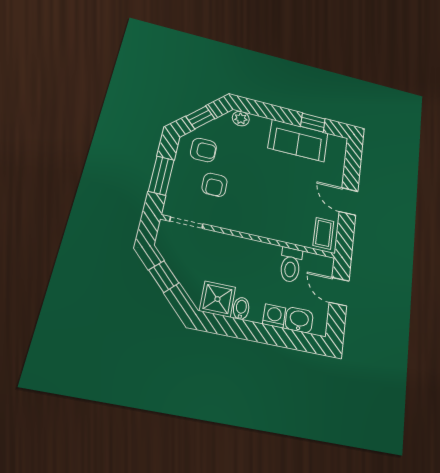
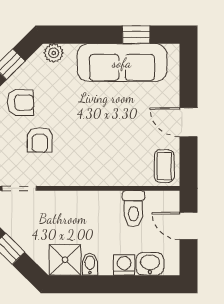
sofa: (298, 141) -> (122, 63), width x1.36

